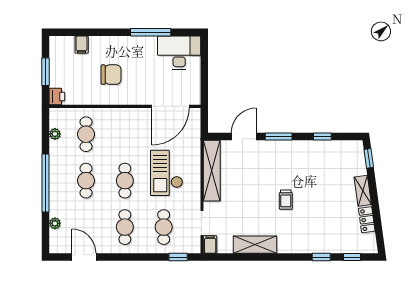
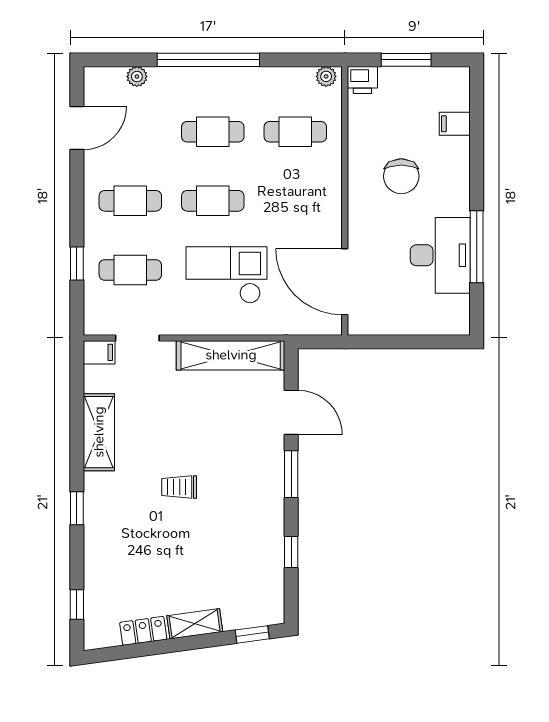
desk: (179, 53) -> (440, 255), moved
plant: (55, 134) -> (326, 76), moved
window: (178, 257) -> (77, 263), moved
window: (321, 257) -> (77, 508), moved

